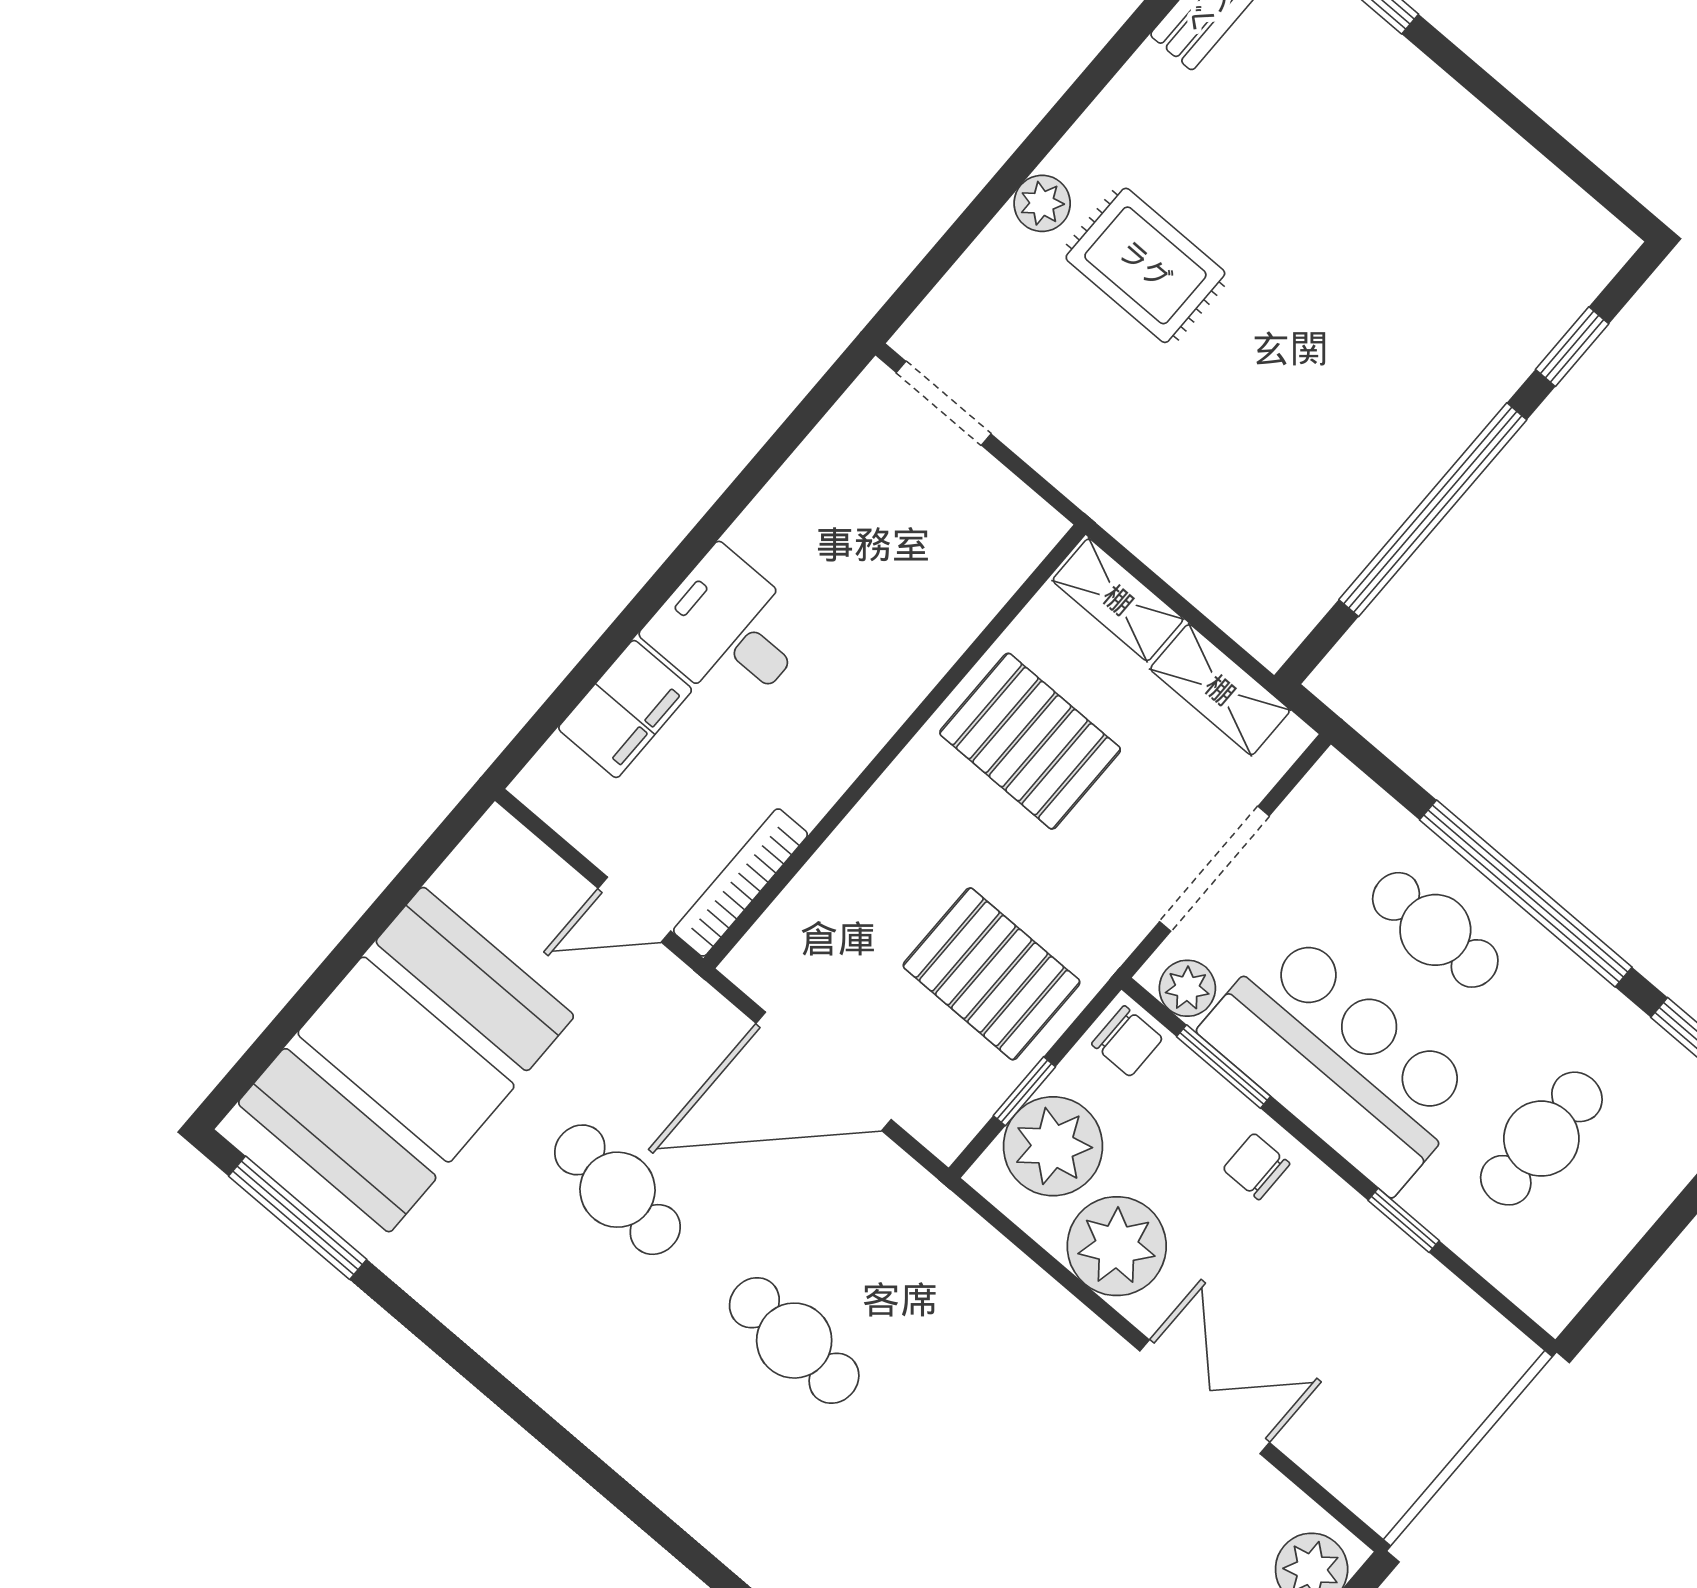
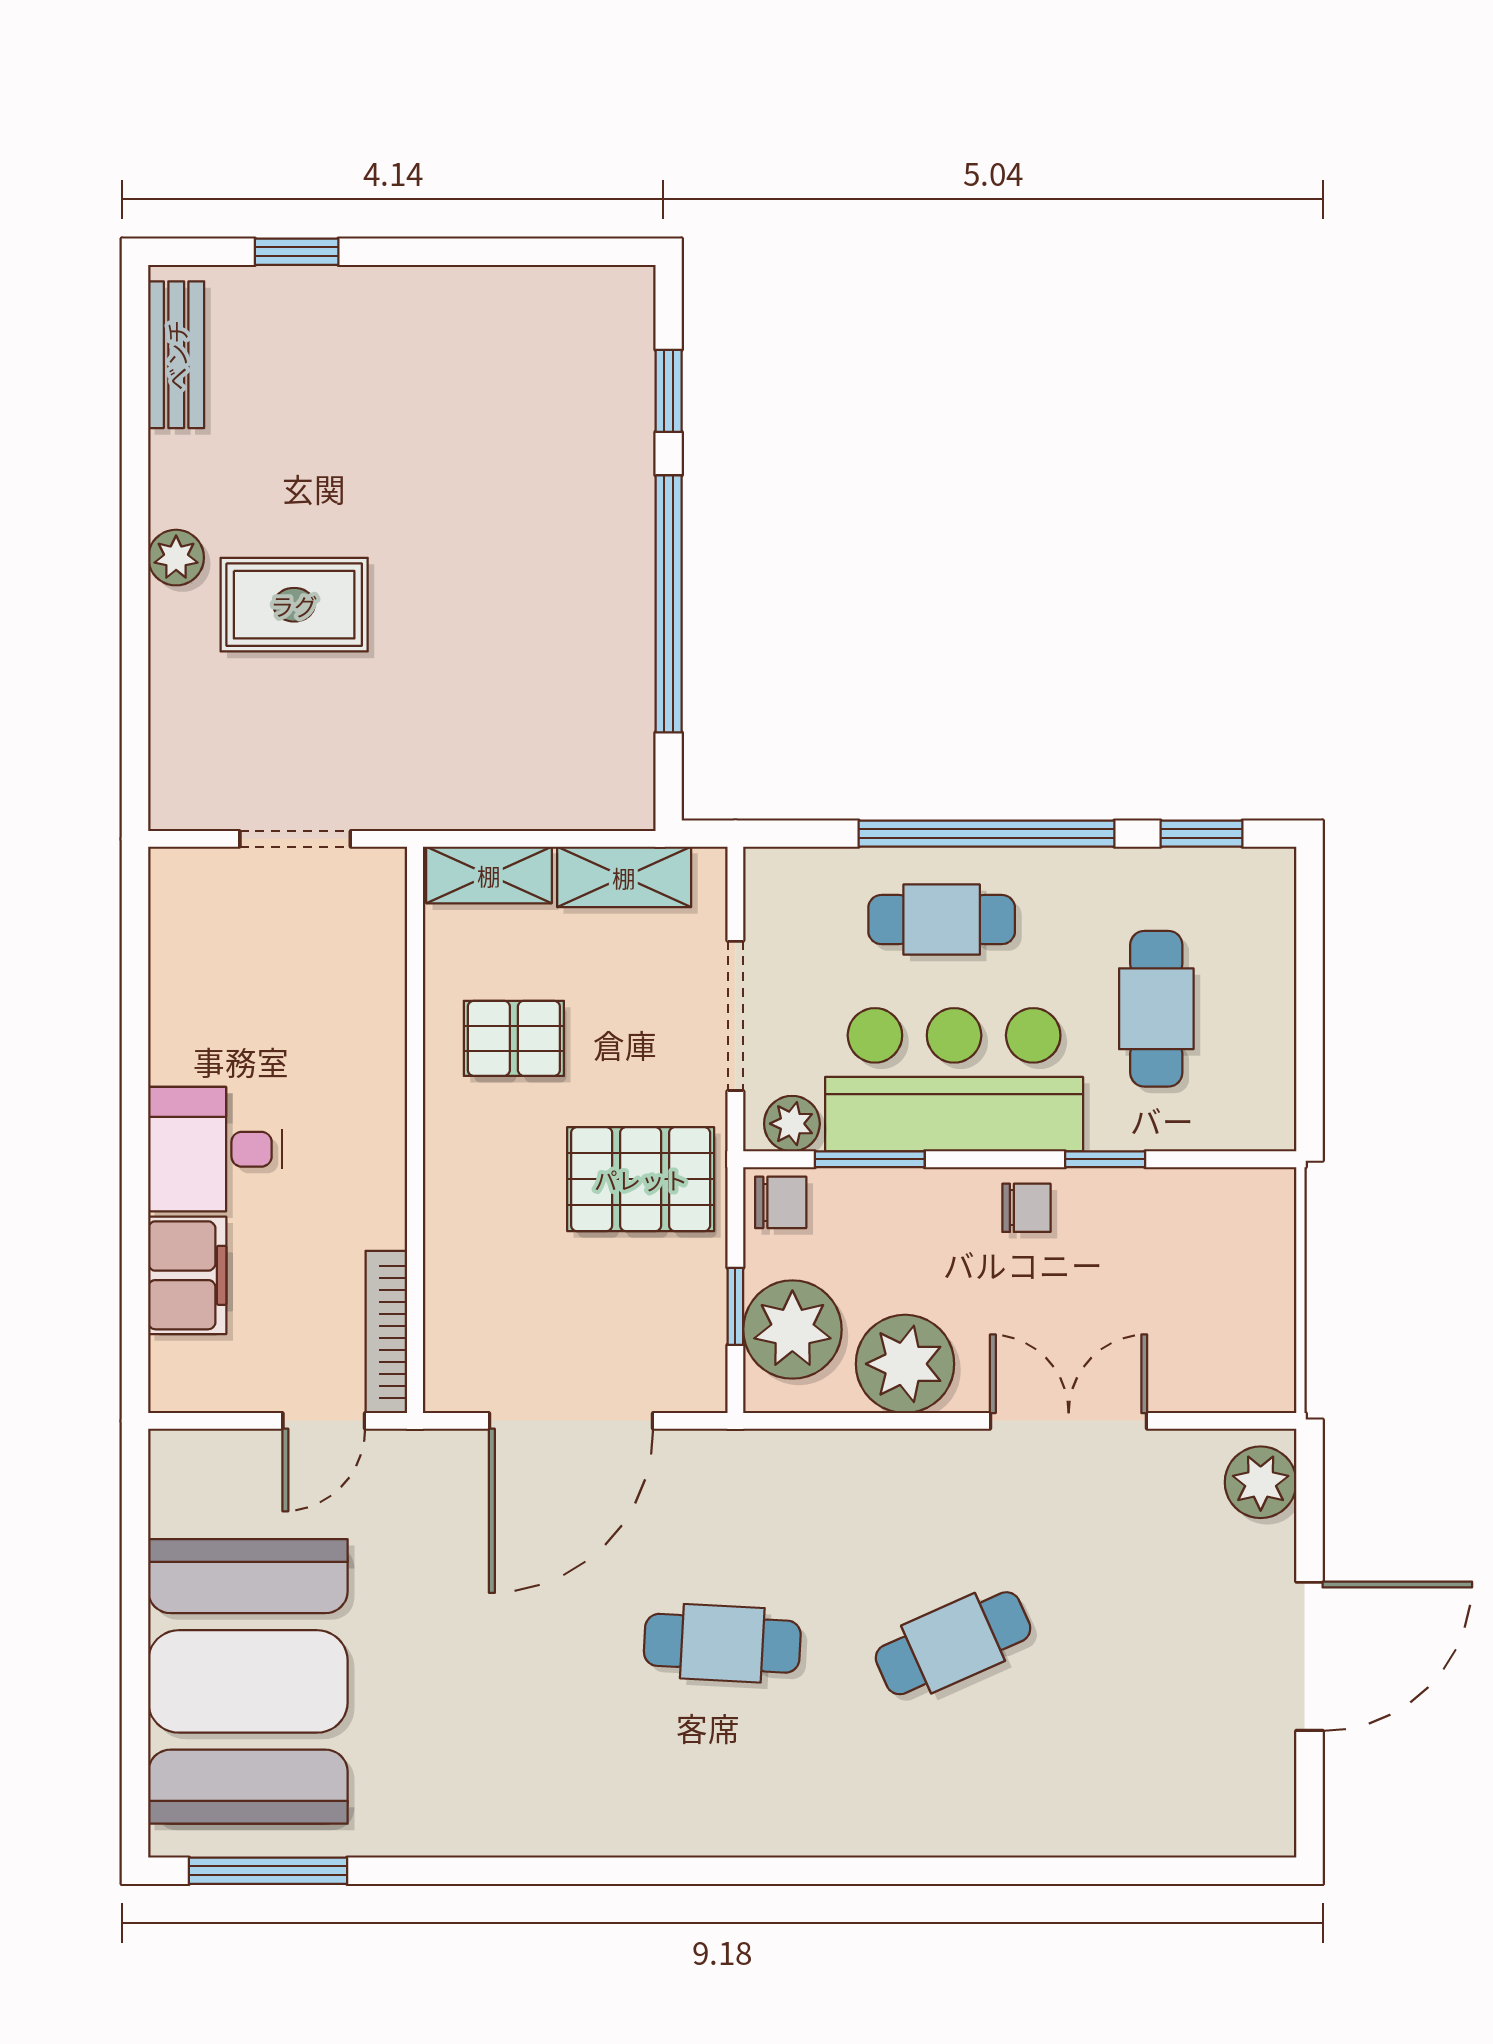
plant: (1042, 203) -> (176, 558), moved
doorway: (944, 403) -> (295, 839), moved
pallet: (1030, 741) -> (514, 1038), width x0.67, depth x0.71
pallet: (992, 974) -> (641, 1179), moved
chair: (1256, 1166) -> (1026, 1208), moved, turned 180
cafe table: (618, 1190) -> (953, 1643), moved, turned -30

